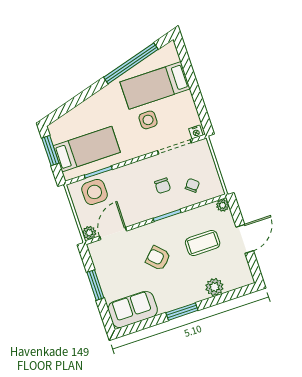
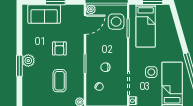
door: (113, 234) -> (85, 25), hinge flipped
armchair: (158, 258) -> (59, 48), turned 135
plant: (214, 287) -> (28, 61), moved
sofa: (133, 309) -> (44, 14), moved, turned 90
window: (182, 312) -> (19, 66), moved

